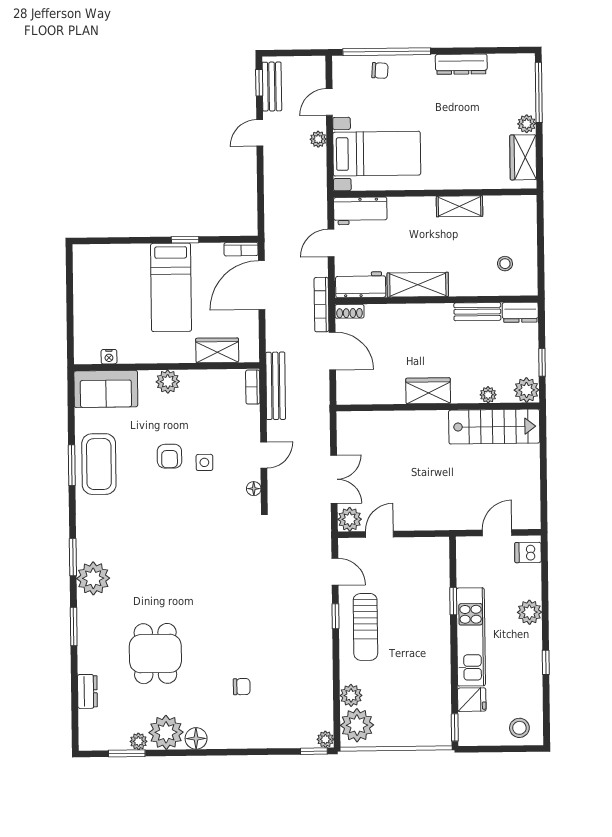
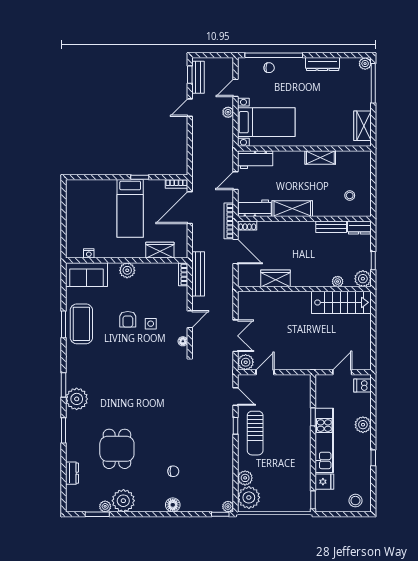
plant: (527, 124) -> (365, 64), moved
wardrobe: (428, 391) -> (275, 278), moved
floor lamp: (196, 738) -> (173, 505), moved

